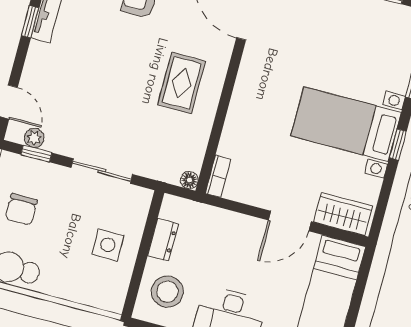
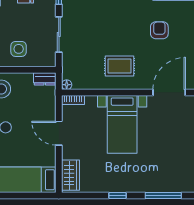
bed with nightstands: (346, 124) -> (122, 124), moved, turned 180
door: (290, 221) -> (59, 133), moved
dresser: (163, 240) -> (45, 79), moved

